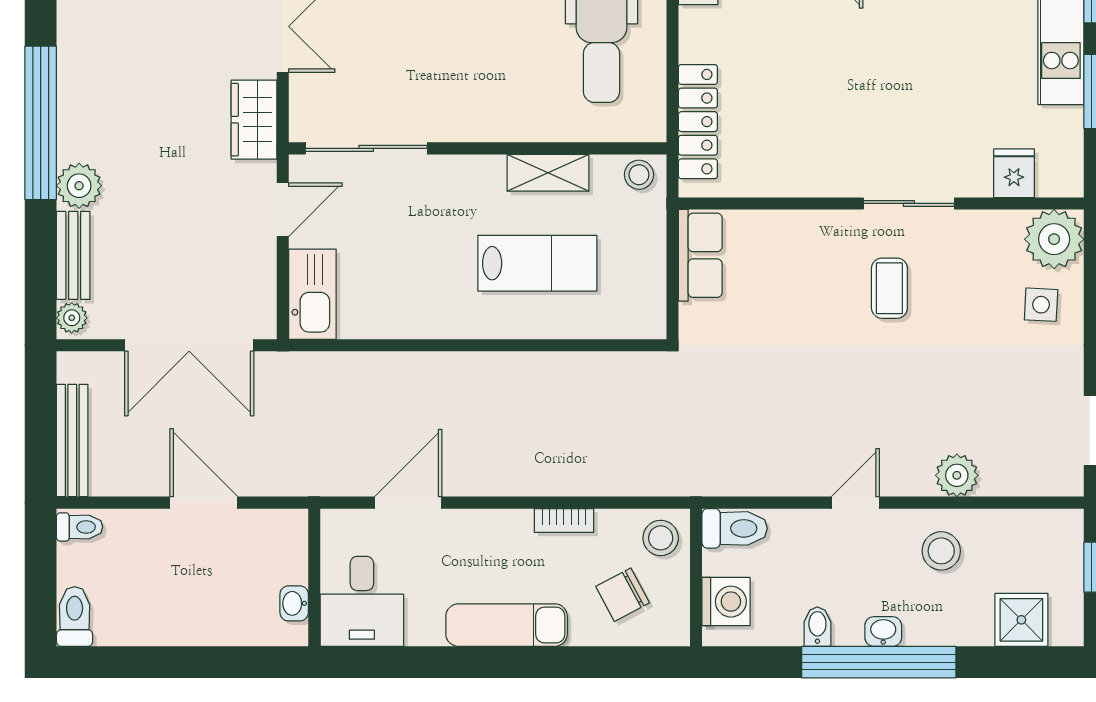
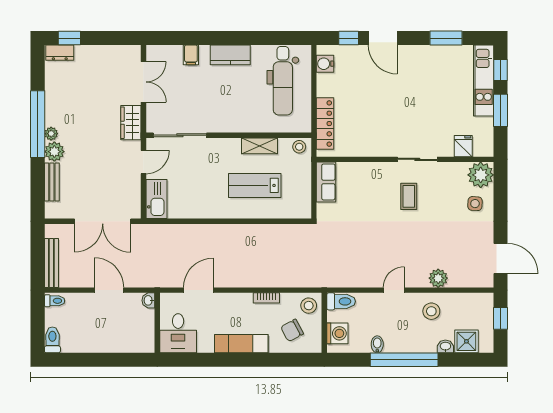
lab bench: (537, 263) -> (255, 185), turned 180
plant: (72, 318) -> (51, 134), moved
washbasin: (294, 603) -> (148, 300), moved
washbasin: (883, 632) -> (445, 346), moved

